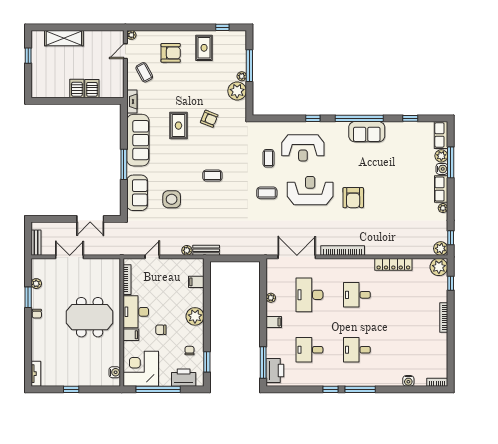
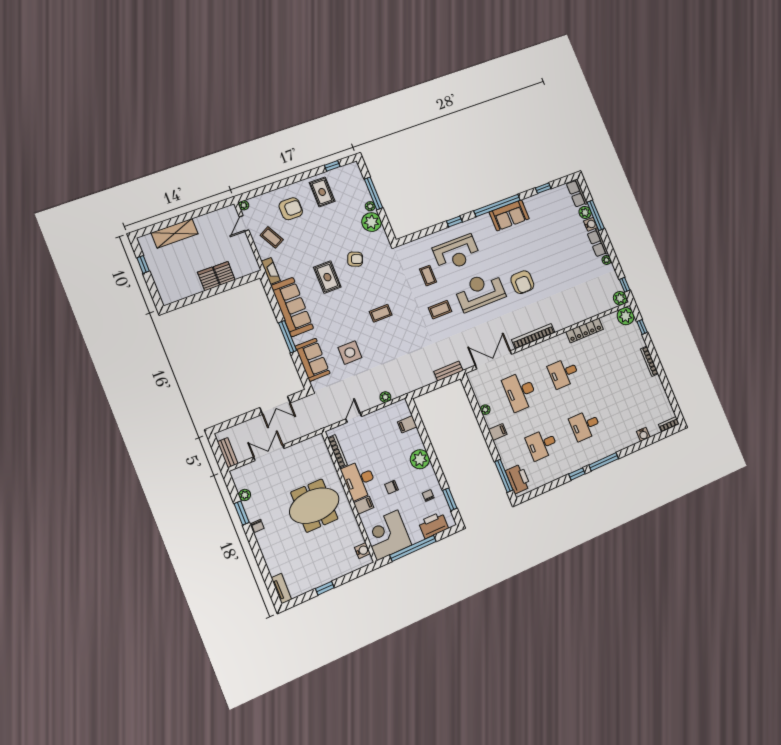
bench: (206, 250) -> (448, 371), moved

